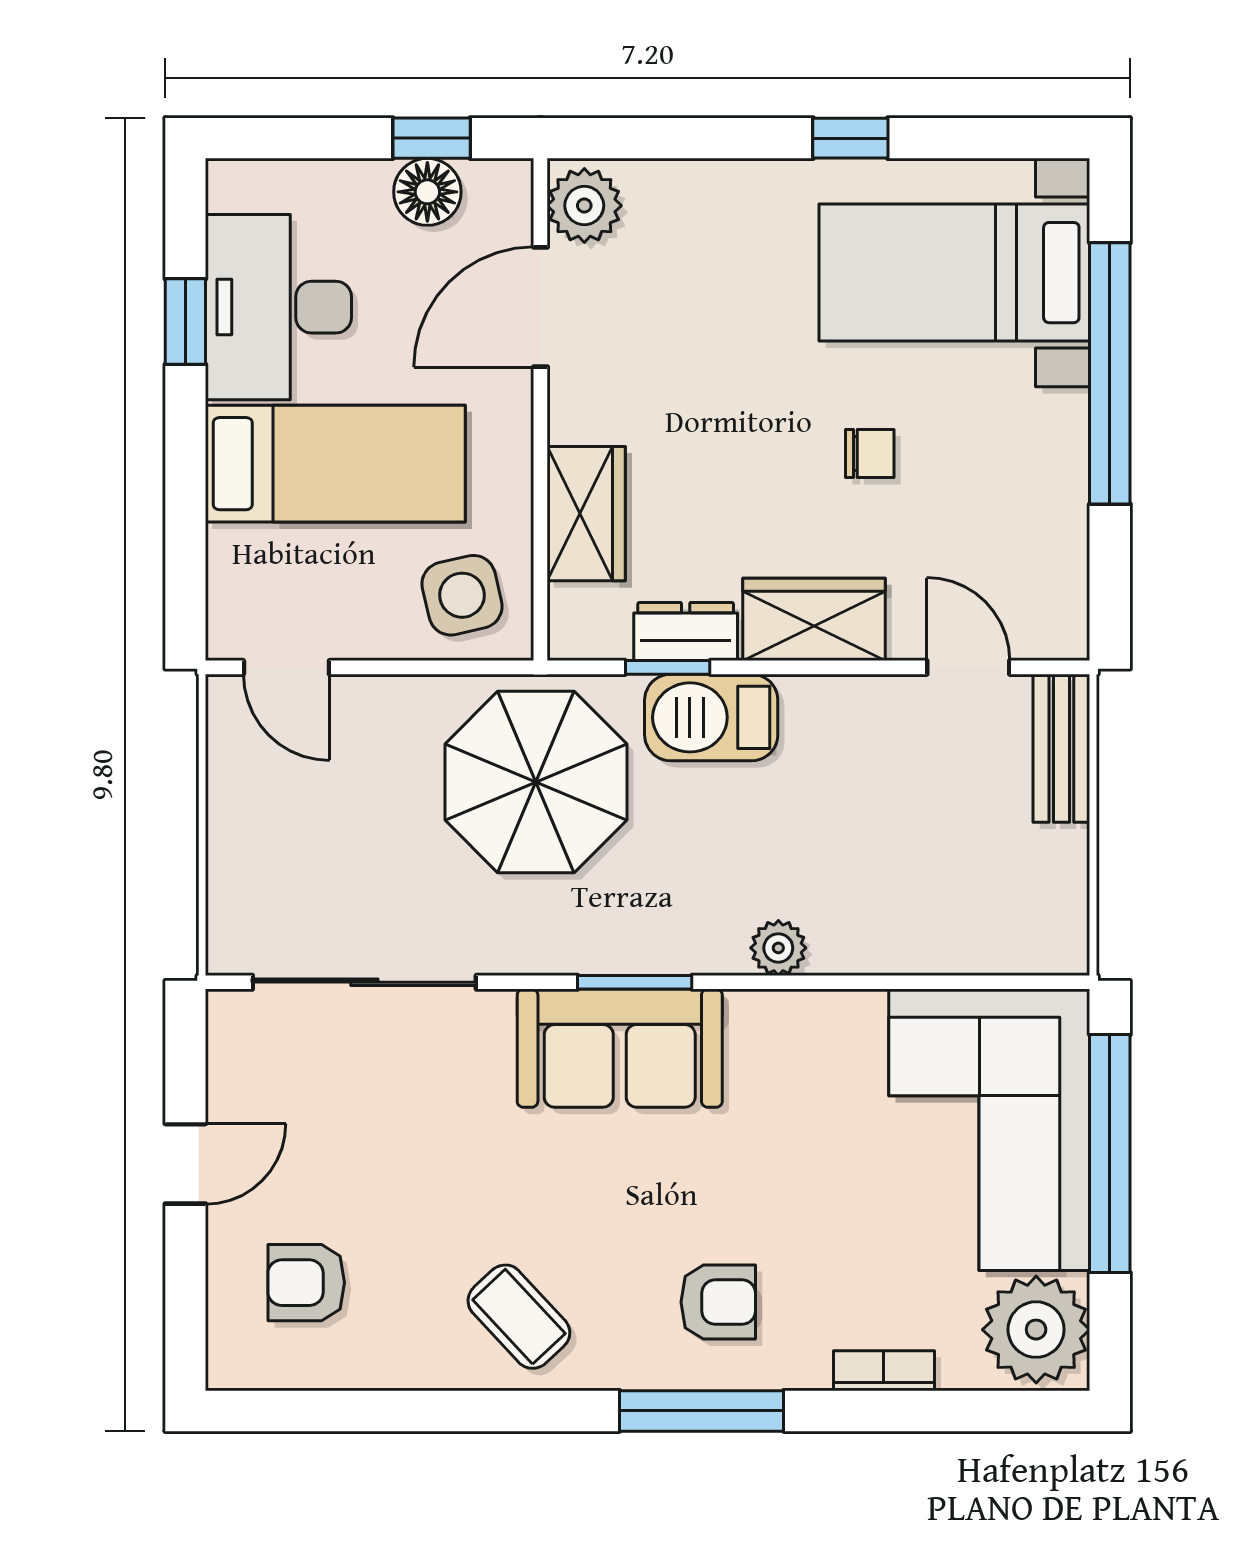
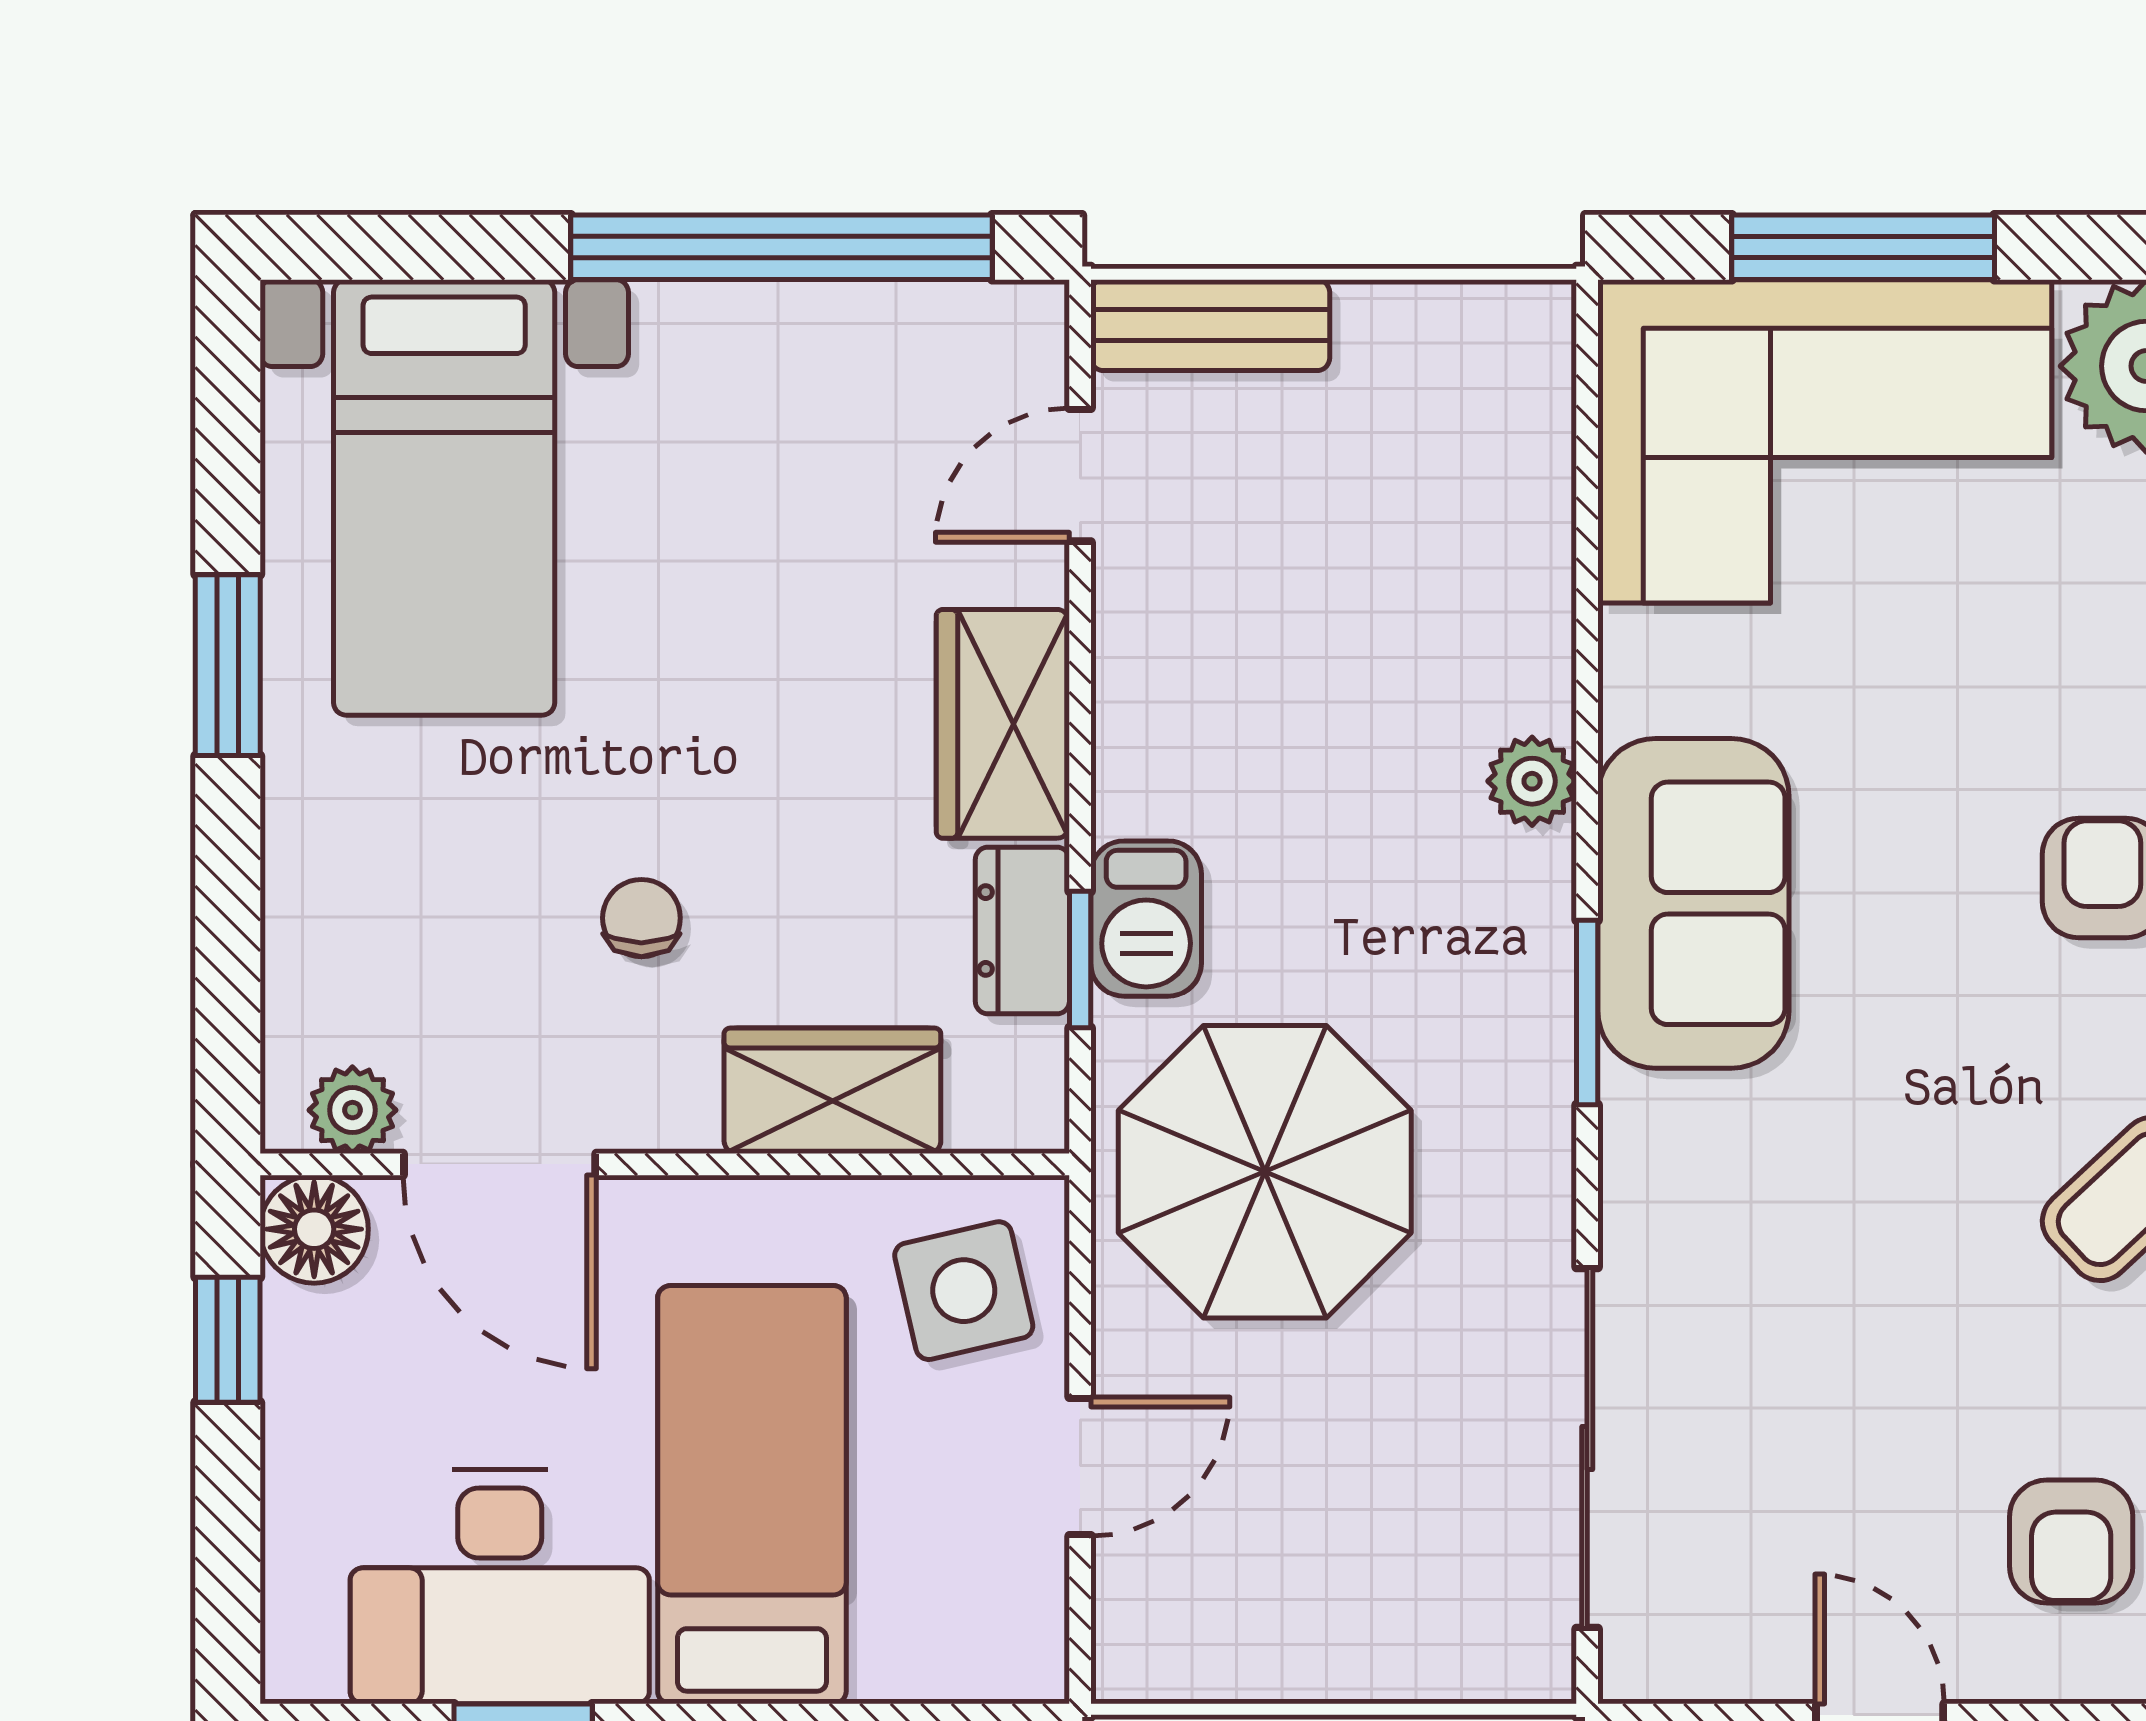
window: (850, 138) -> (228, 665), width x1.50
floor lamp: (427, 192) -> (314, 1229), moved
plant: (584, 206) -> (352, 1110), width x0.73, depth x0.73
window: (1110, 373) -> (782, 247), moved
chair: (870, 454) -> (641, 918), moved
door: (286, 667) -> (1080, 1467), moved
barbecue: (711, 717) -> (1146, 919), width x0.73, depth x0.79
sofa: (620, 1048) -> (1693, 903), moved
window: (1110, 1154) -> (1863, 247), width x0.68

